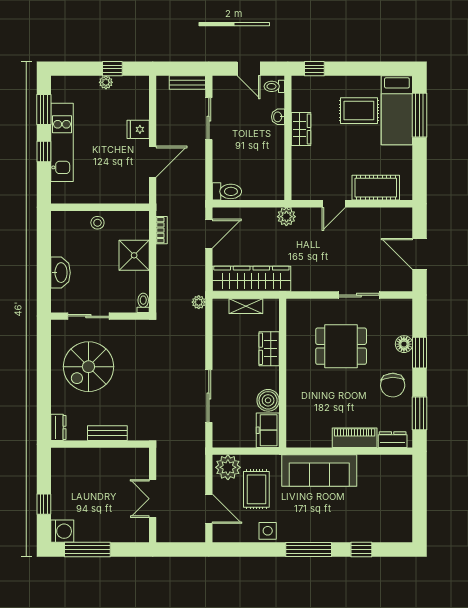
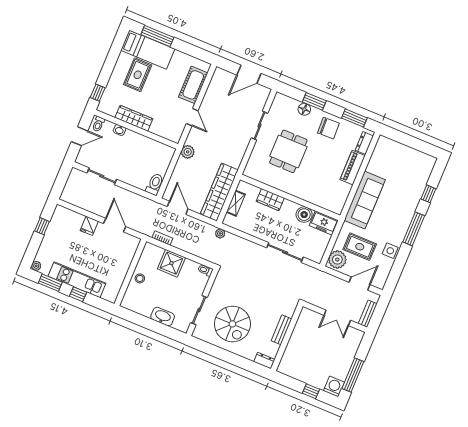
plant: (106, 82) -> (36, 266), moved
bench: (187, 83) -> (368, 314), moved
wardrobe: (301, 129) -> (134, 118), width x1.50

